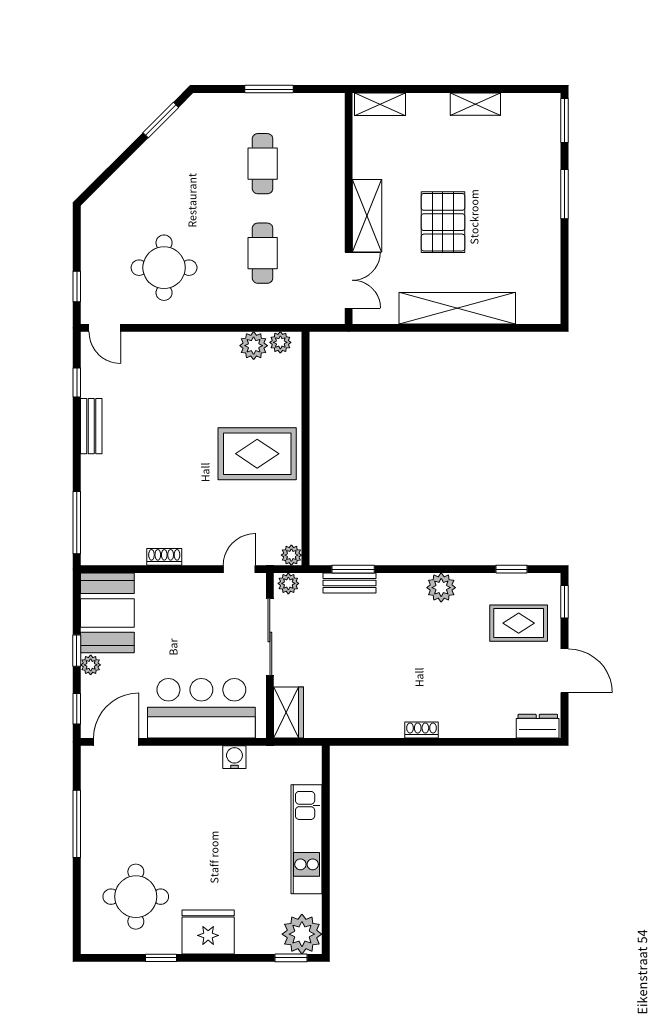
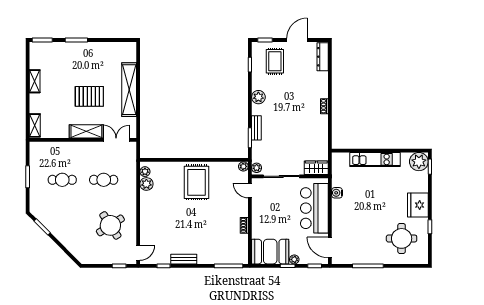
round table: (164, 268) -> (110, 225), turned -33
bench: (350, 583) -> (256, 128), moved
dresser: (538, 726) -> (323, 57), width x1.44

